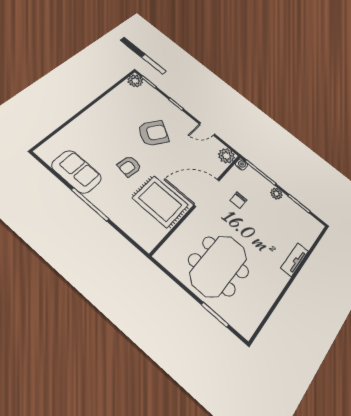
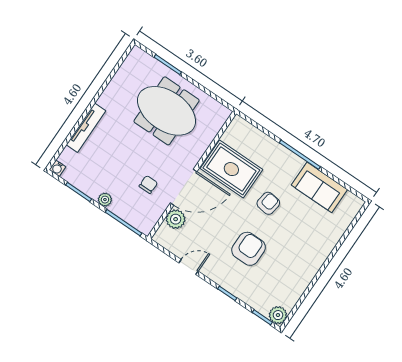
armchair: (153, 133) -> (249, 249), turned 148
plant: (226, 156) -> (176, 219), moved
water cooler: (242, 165) -> (58, 168), moved
tv unit: (295, 260) -> (86, 128), width x1.41
meeting table: (219, 266) -> (167, 111), turned 90

